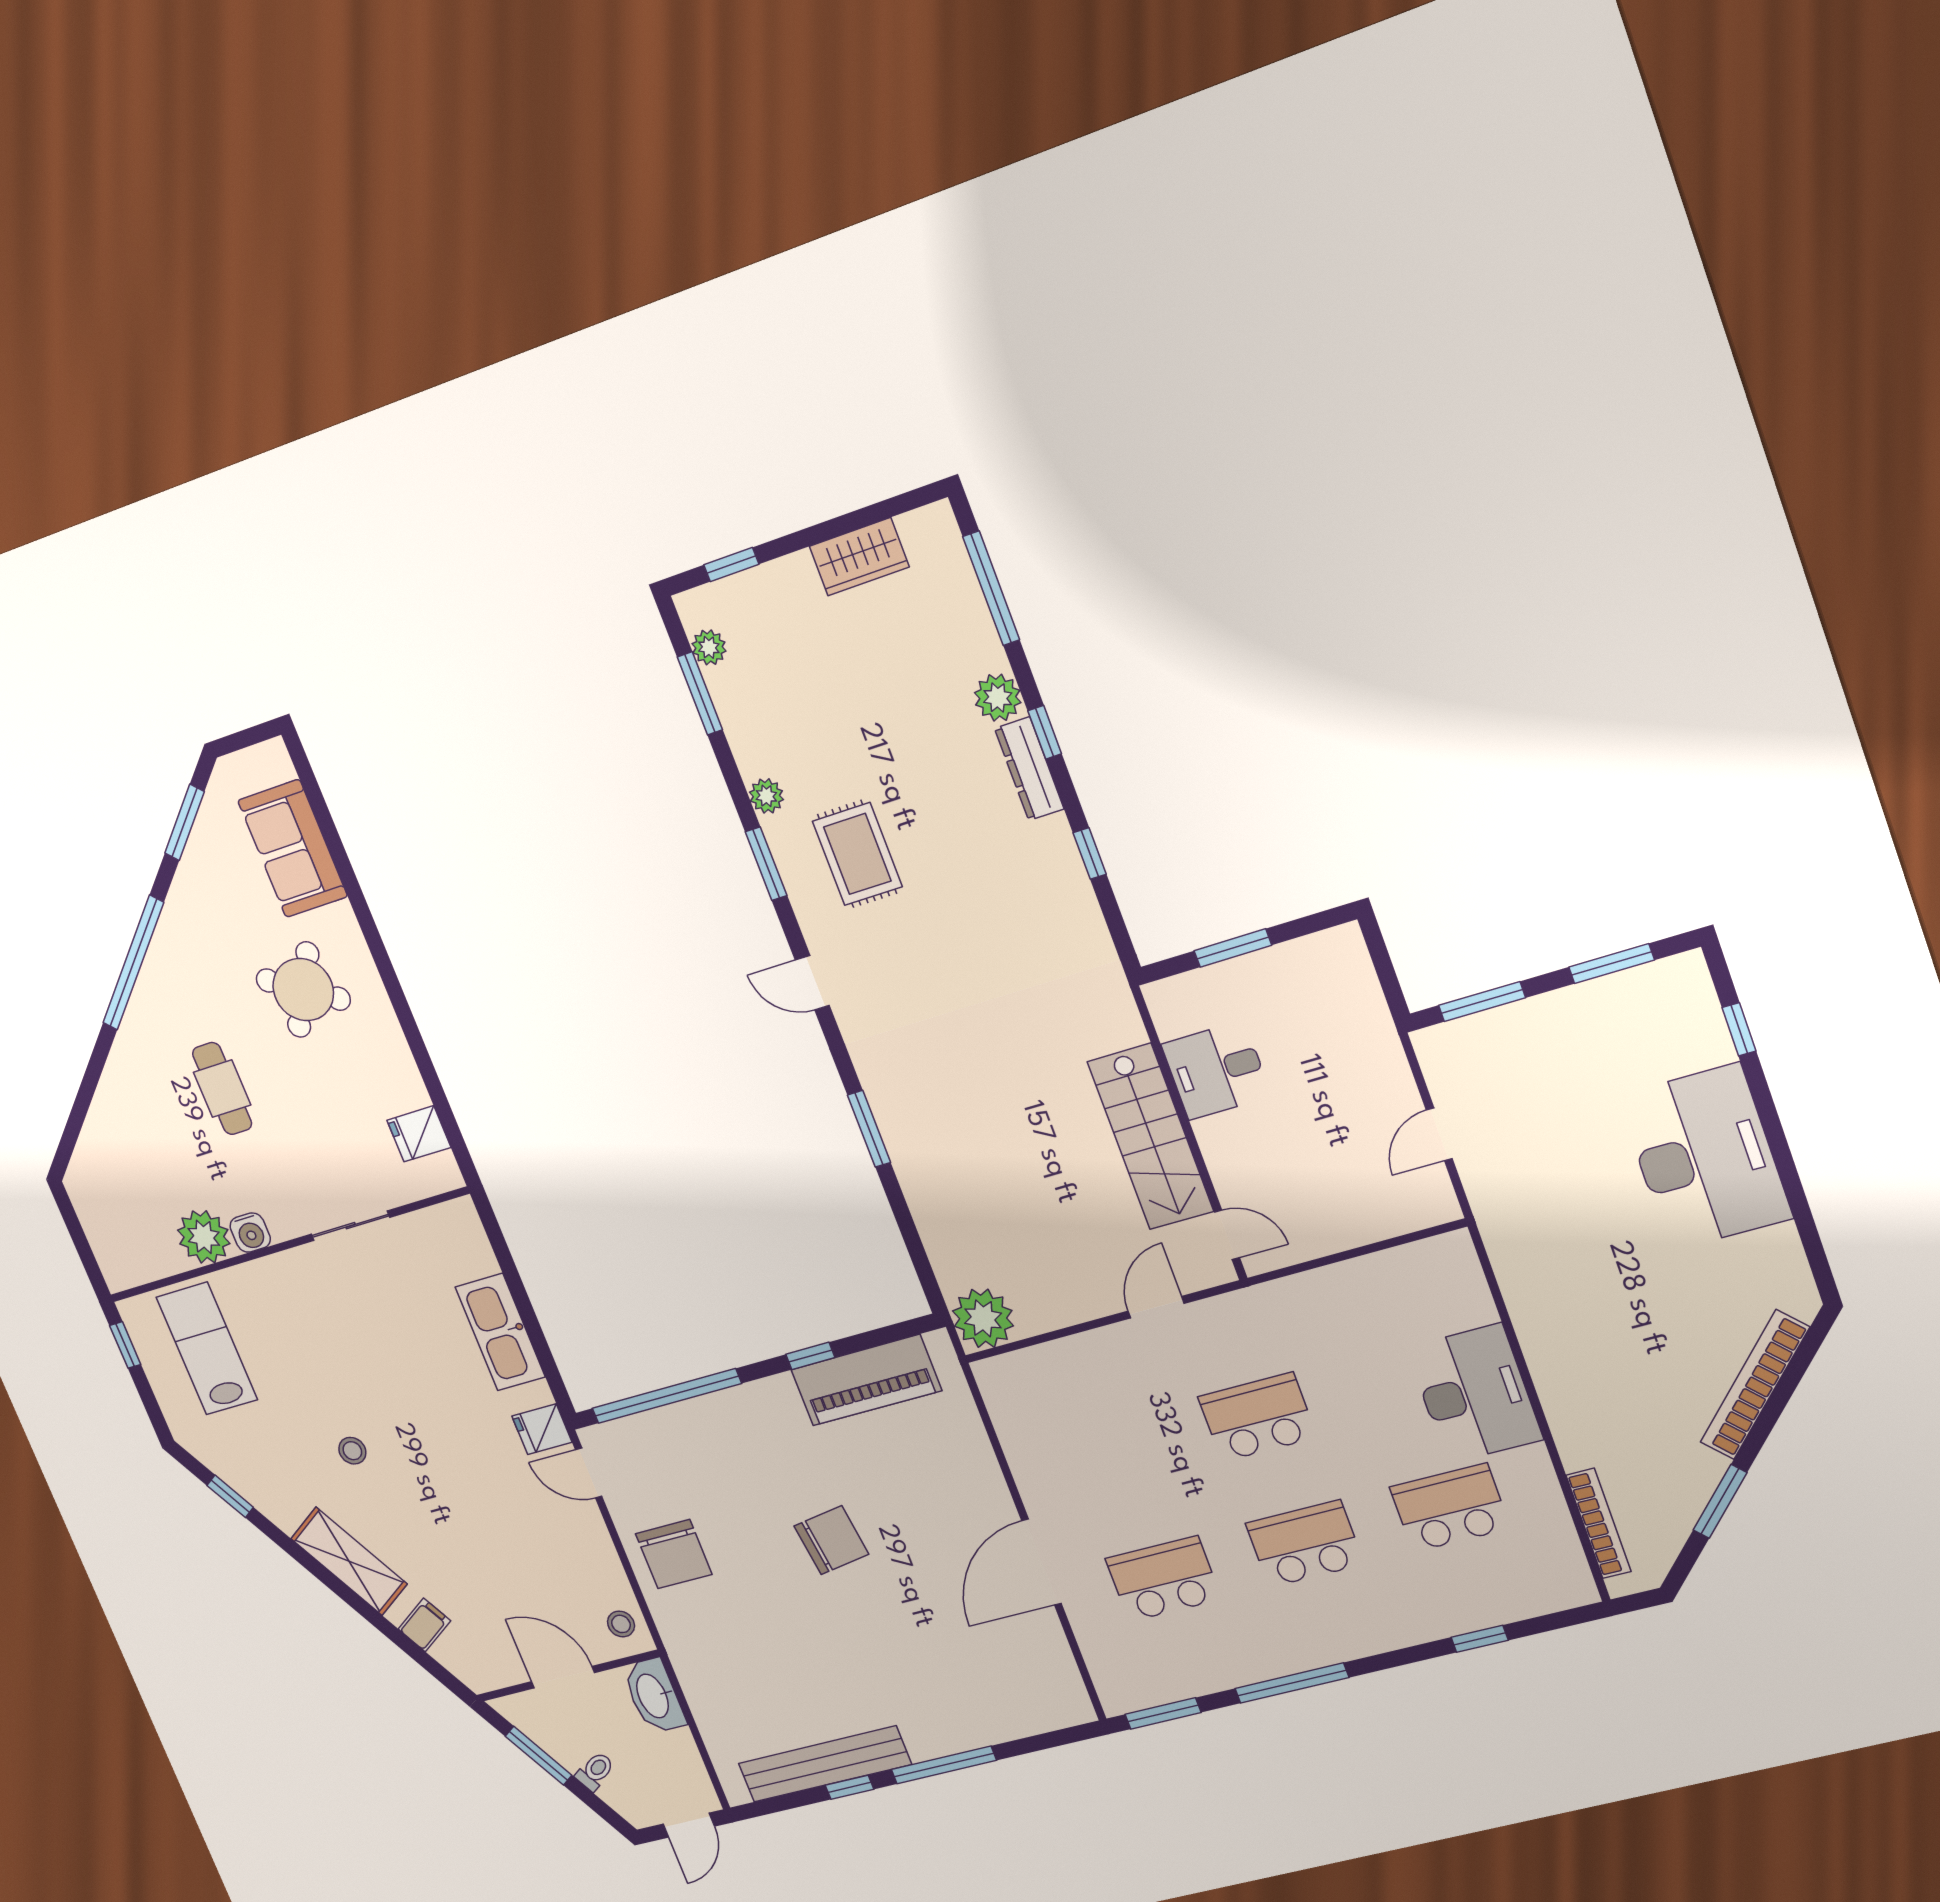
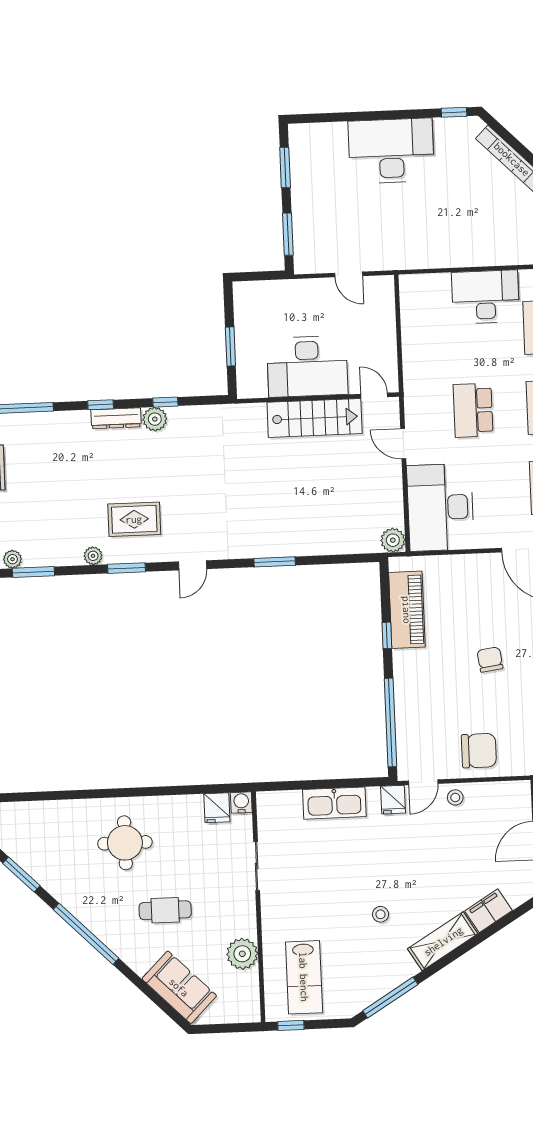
plant: (998, 698) -> (155, 419), moved
sofa: (293, 849) -> (179, 987), moved, turned -135
round table: (303, 990) -> (125, 843), turned -31
window: (1739, 1029) -> (454, 112), moved
desk: (1216, 1070) -> (307, 366), width x1.87, depth x1.30
water cooler: (250, 1233) -> (241, 802), moved, turned -90
door: (1227, 1235) -> (374, 396), hinge flipped
plant: (983, 1318) -> (393, 540), width x0.73, depth x0.73
lab bench: (207, 1348) -> (304, 977), turned -90
desk: (1064, 1398) -> (440, 507), added
window: (230, 1496) -> (390, 998), width x2.17
chair: (831, 1540) -> (490, 660), width x0.73, depth x0.73
stool: (621, 1624) -> (455, 797), moved
filing cabinet: (424, 1625) -> (489, 911), width x2.00

